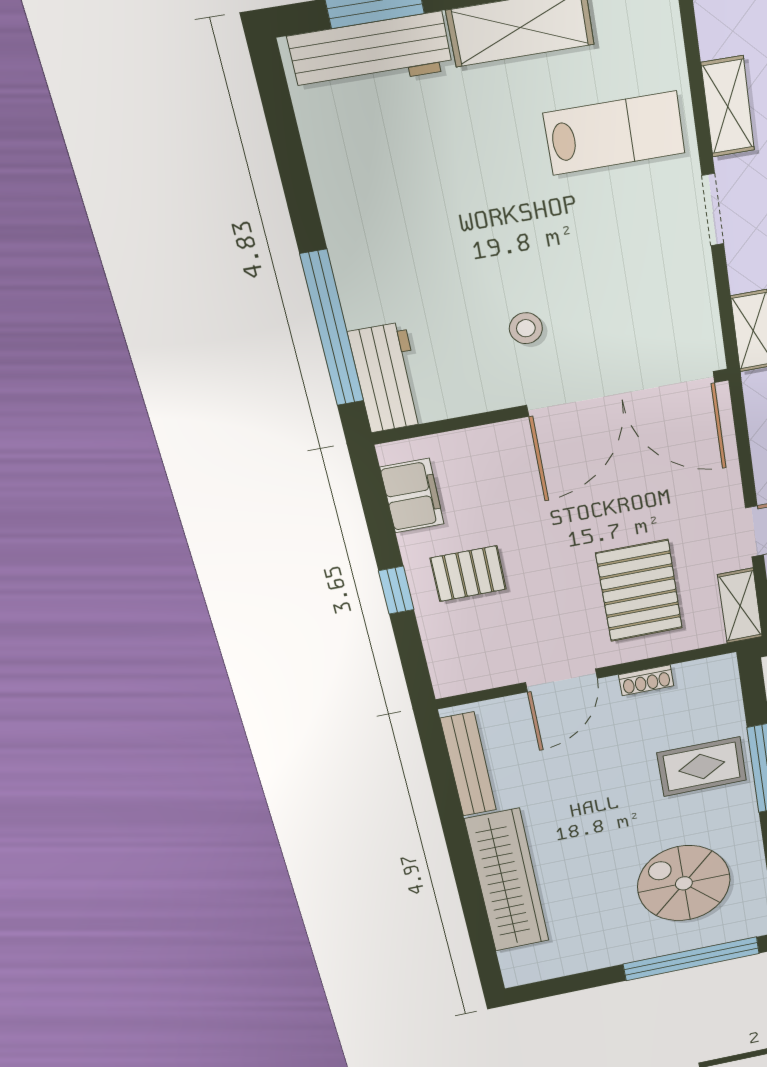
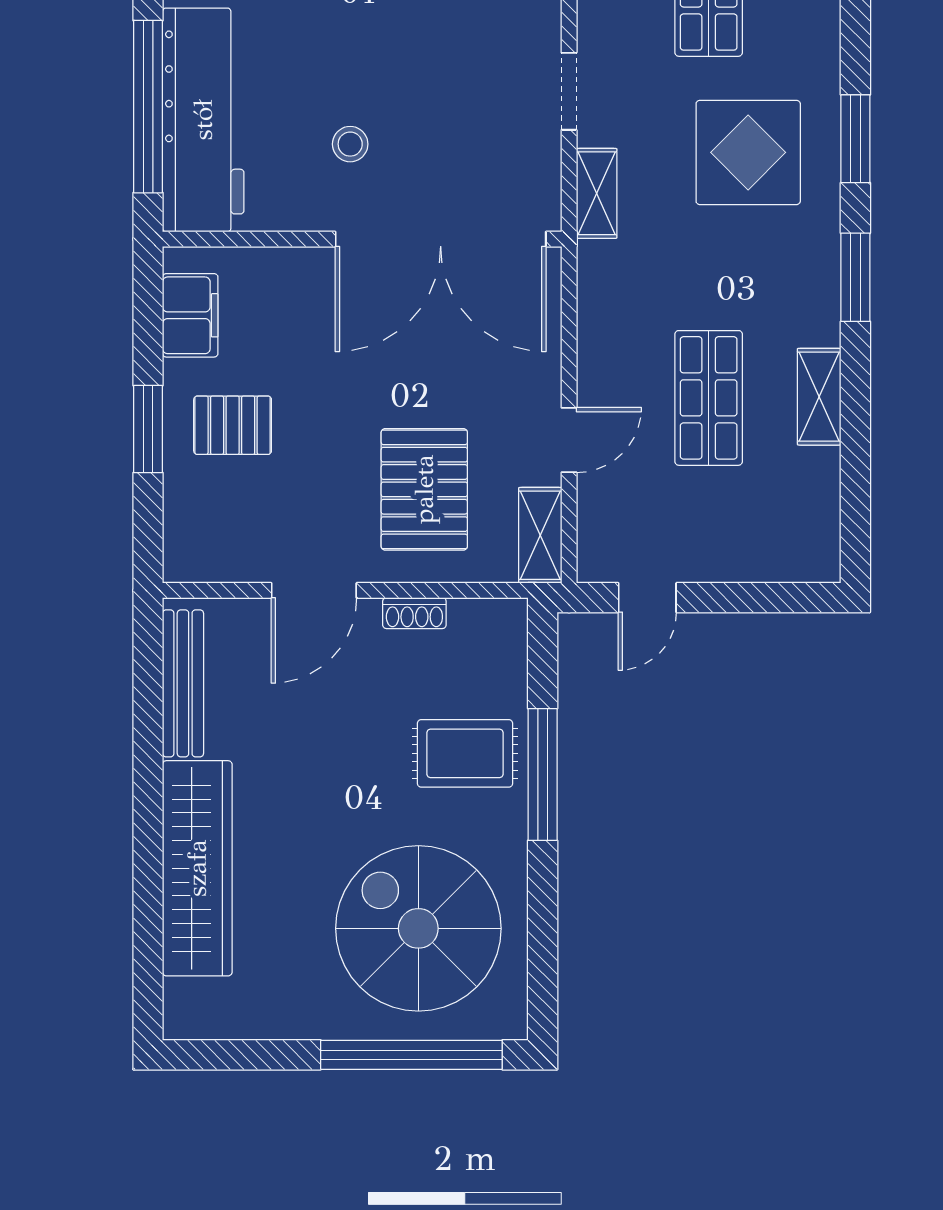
doorway: (713, 210) -> (569, 91), moved
workbench: (388, 378) -> (203, 120), width x1.88, depth x1.32
window: (396, 590) -> (148, 429), width x1.50
spiral stairs: (684, 883) -> (418, 928), width x1.37, depth x1.37

